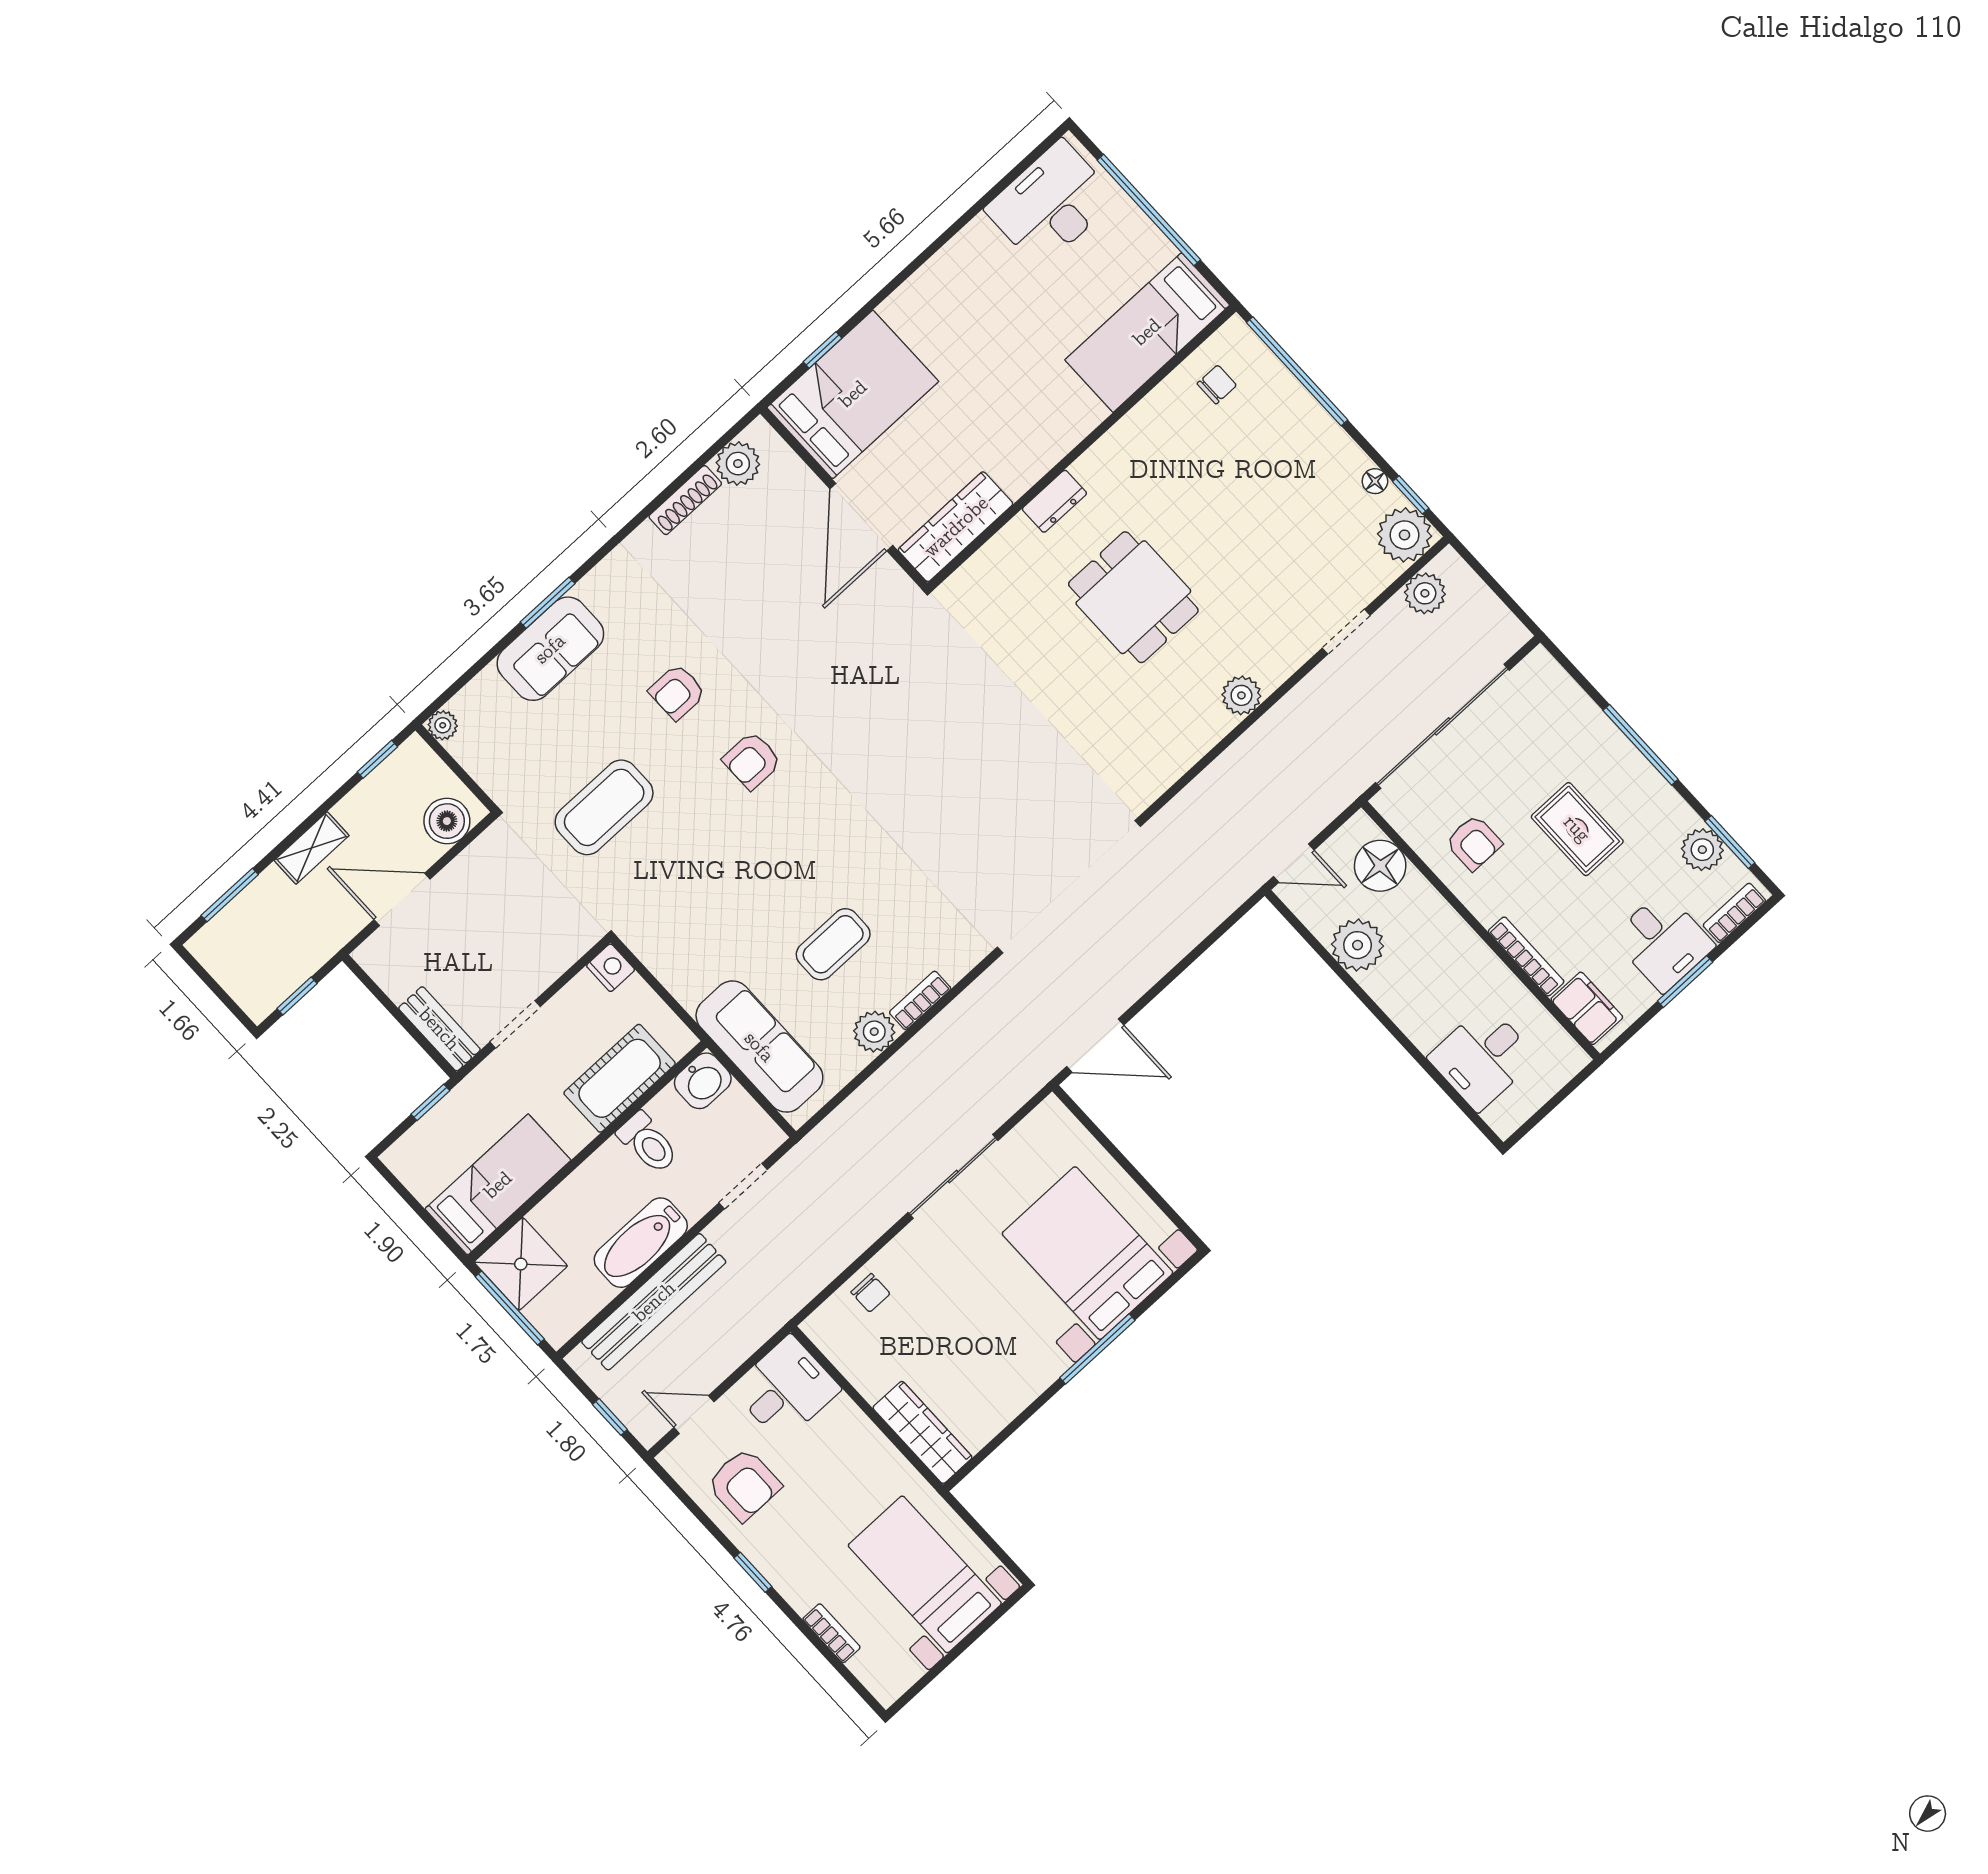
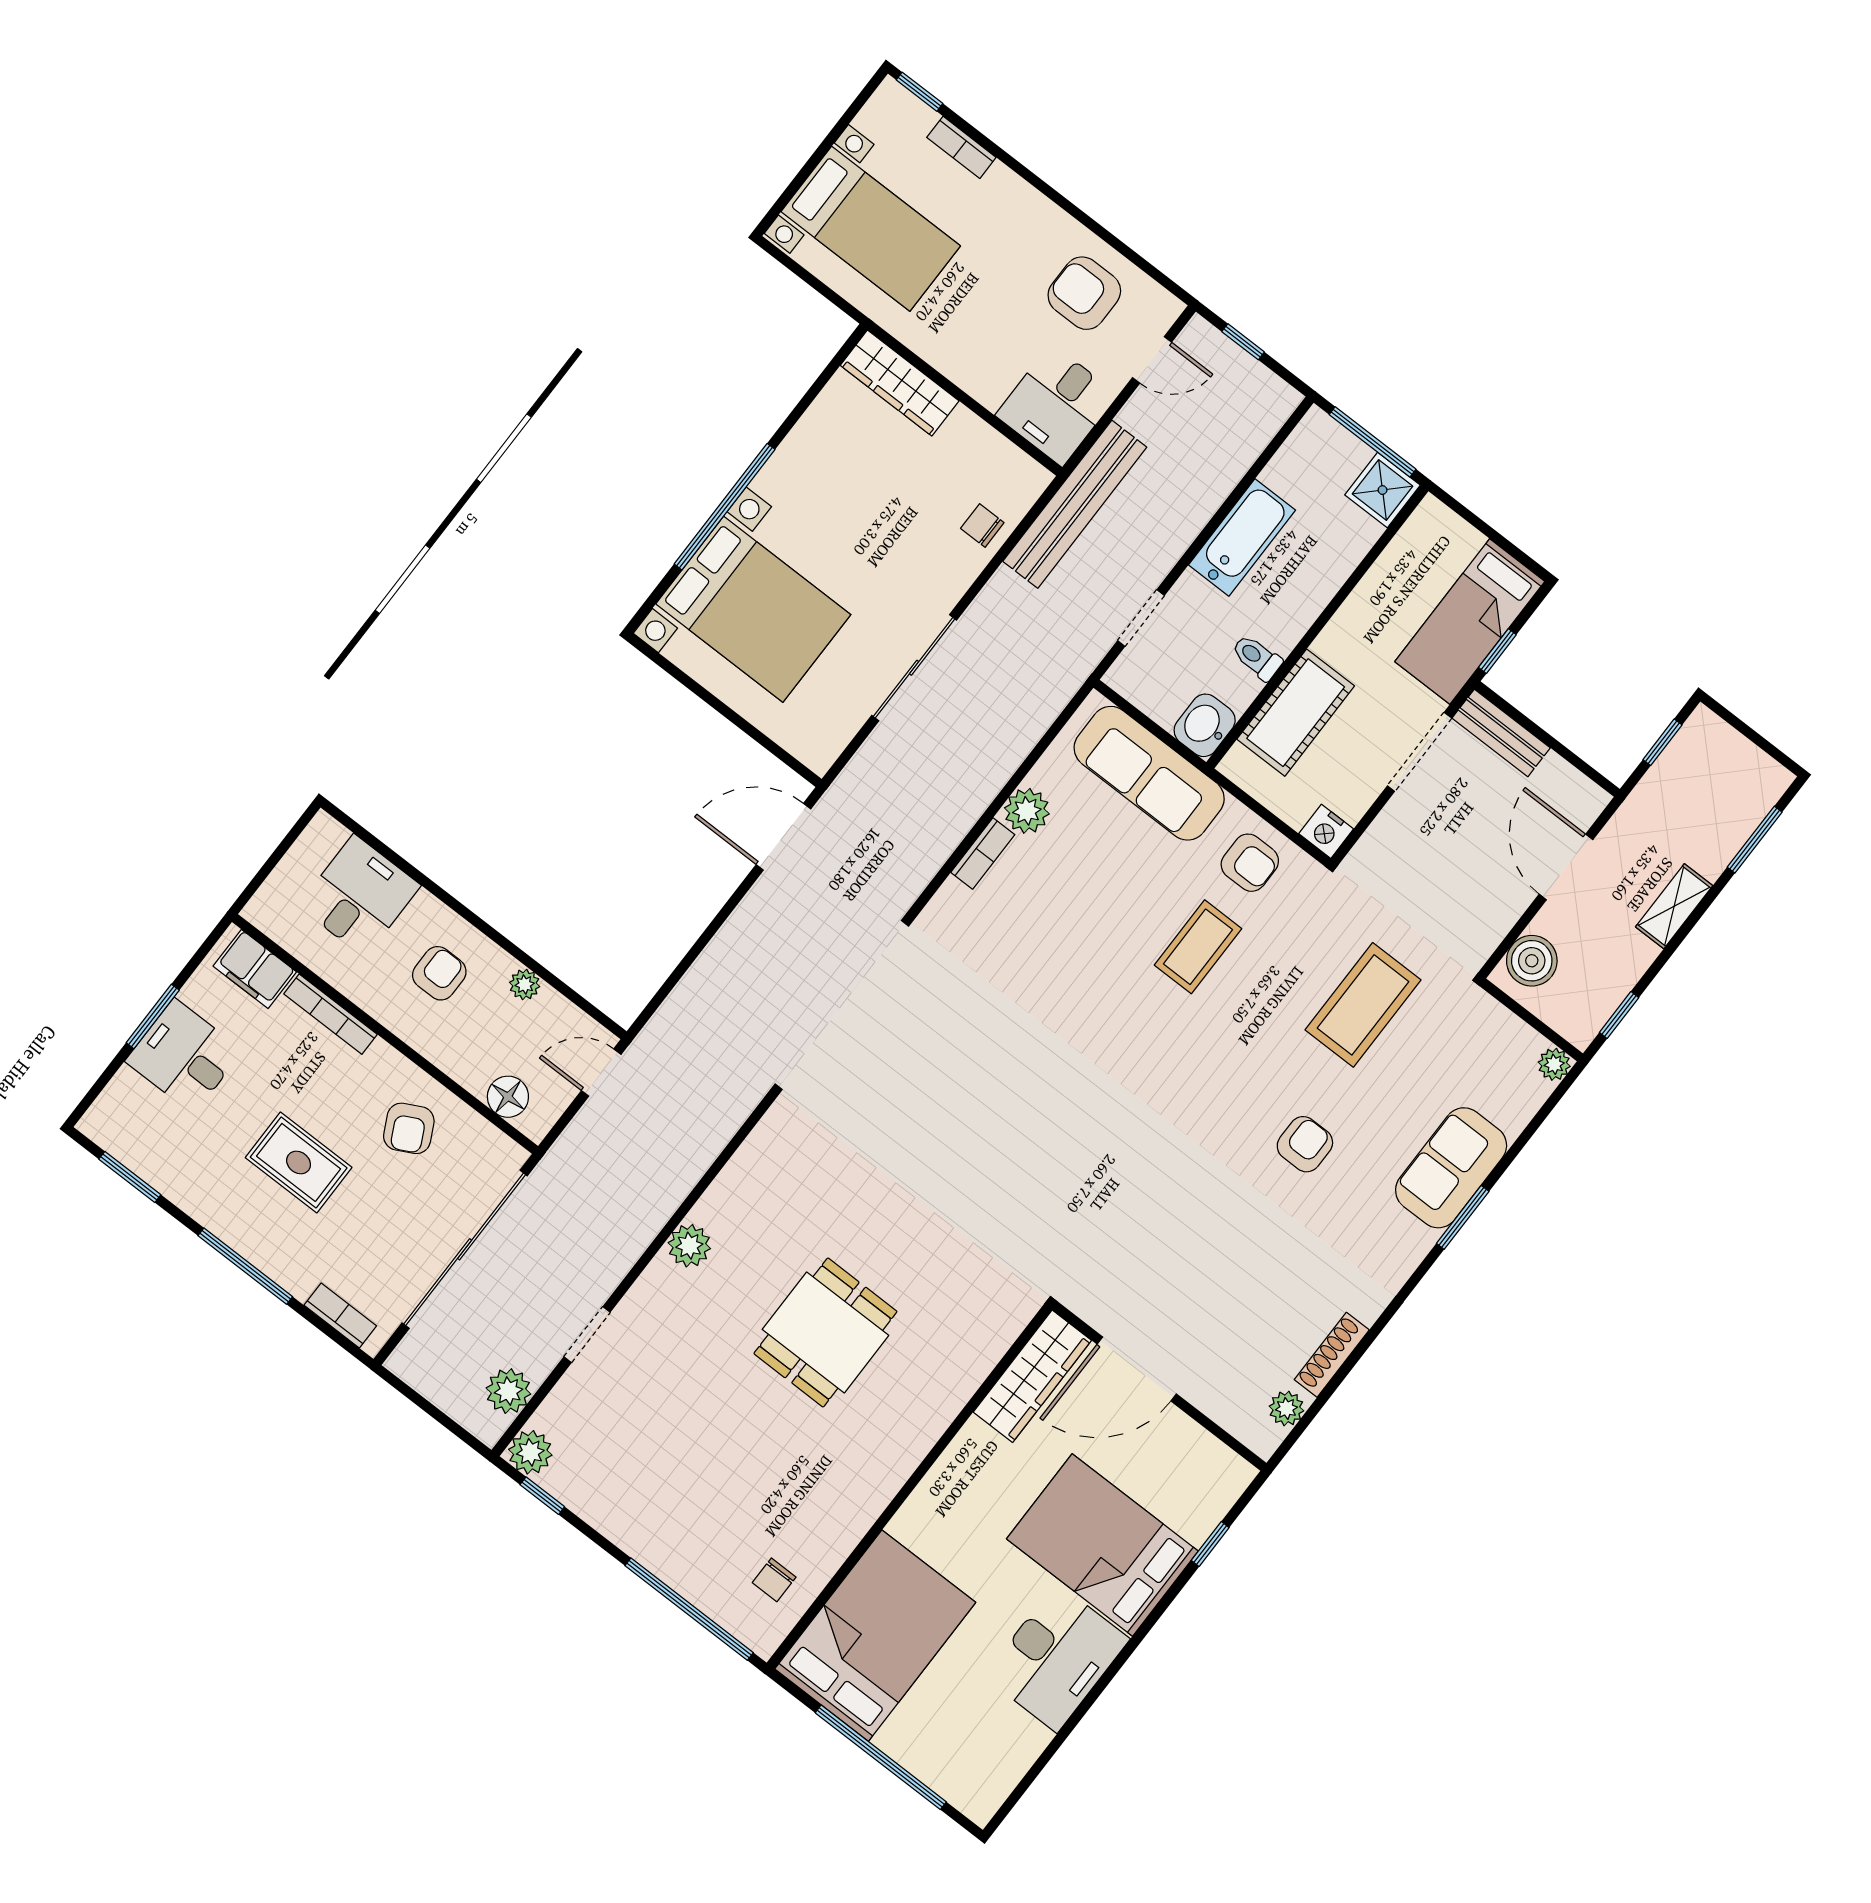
desk: (1051, 204) -> (1057, 1658), moved
bed: (1147, 332) -> (875, 1636), width x1.50
bed: (853, 394) -> (1102, 1545), moved, turned 90
plant: (738, 464) -> (1286, 1408), width x0.73, depth x0.73
floor lamp: (1375, 481) -> (584, 1504), removed
dresser: (1054, 501) -> (929, 1422), removed
door: (861, 517) -> (1137, 1369), swing flipped
plant: (1405, 535) -> (530, 1452), width x0.73, depth x0.73
dining table: (1133, 597) -> (825, 1332), turned 90
armchair: (752, 761) -> (1250, 863), moved, turned 90
armchair: (1474, 843) -> (409, 1128), turned -117
plant: (1702, 850) -> (158, 1163), removed
floor lamp: (1380, 866) -> (508, 1097), width x0.73, depth x0.73
door: (402, 899) -> (1566, 867), swing flipped
bookcase: (1734, 913) -> (340, 1315), moved, turned -90
coffee table: (833, 944) -> (1198, 947), moved
plant: (1358, 945) -> (525, 984), width x0.53, depth x0.53
armchair: (1423, 976) -> (439, 973), added
doorway: (515, 1024) -> (1419, 752), width x1.38
toilet: (648, 1143) -> (1257, 657), width x0.73, depth x0.72
bed: (498, 1185) -> (1470, 622), moved
shower: (521, 1264) -> (1383, 490), width x0.73, depth x0.73
bench: (654, 1302) -> (1075, 504), moved
window: (1097, 1349) -> (725, 507), width x1.46
window: (753, 1572) -> (920, 92), moved

